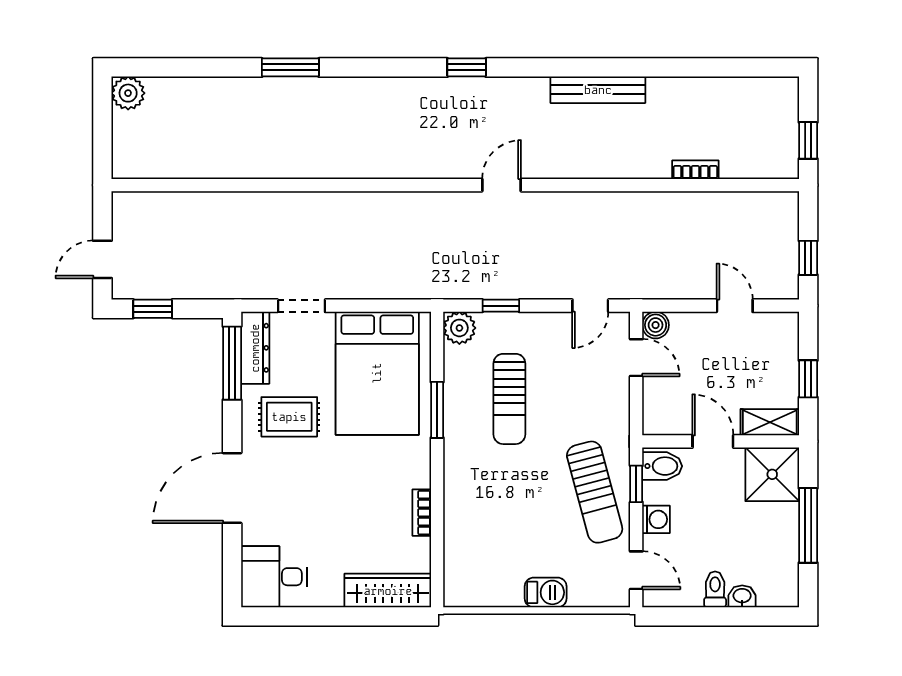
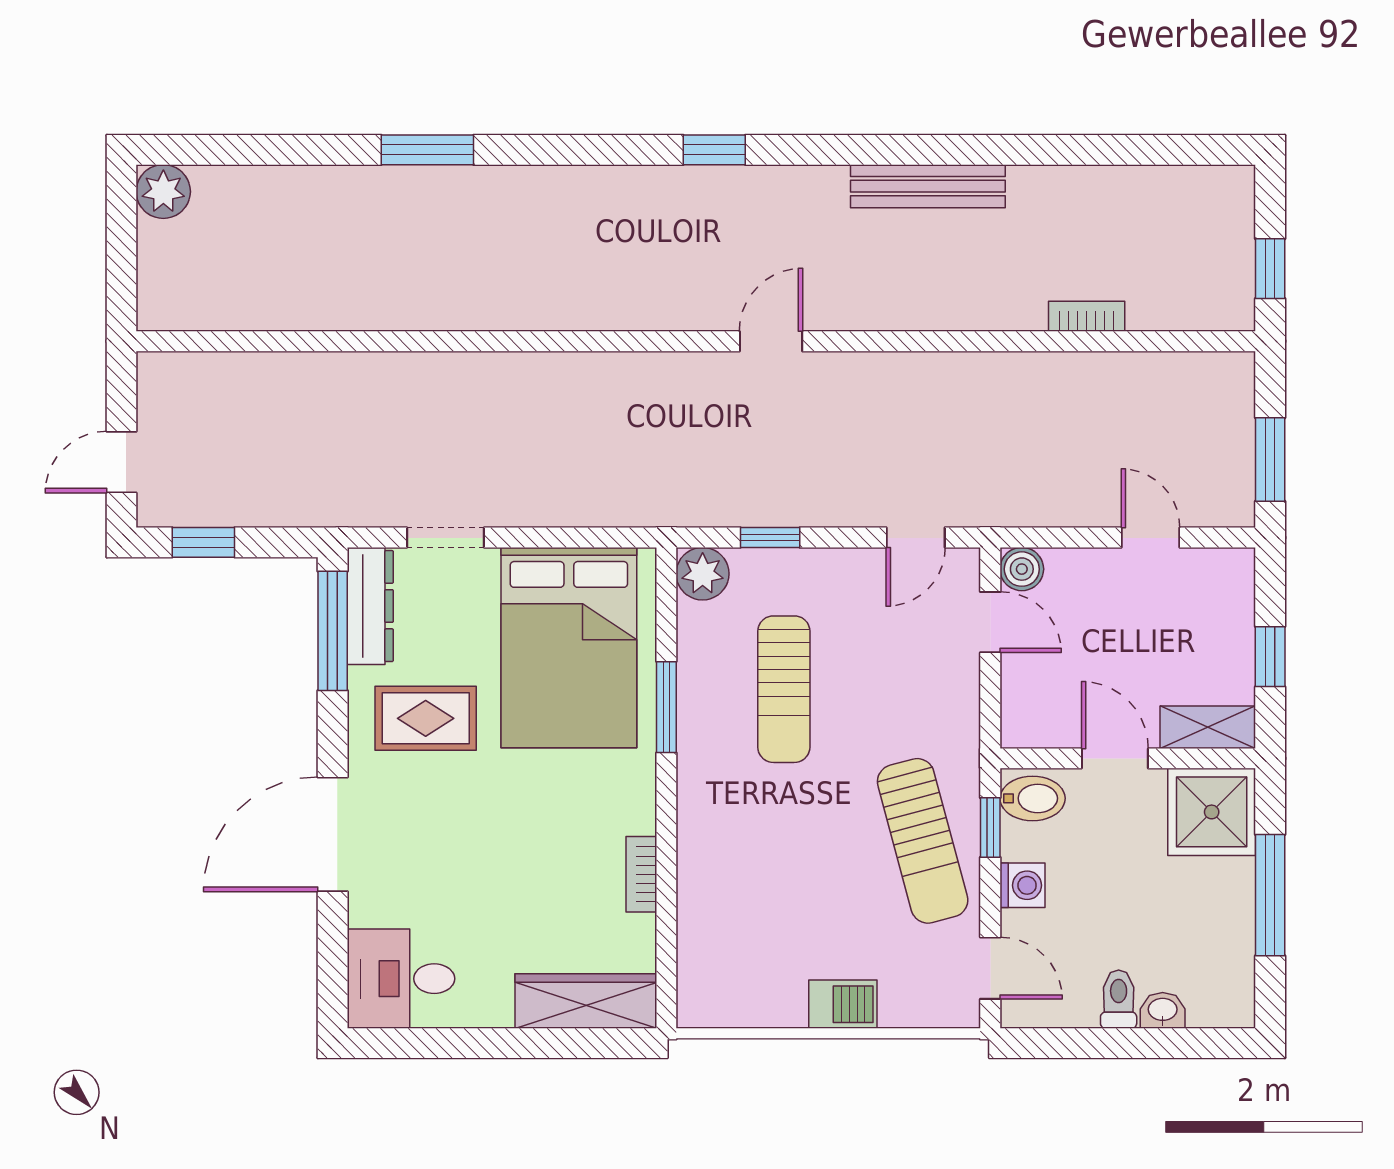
window: (808, 258) -> (1270, 460), width x1.50

